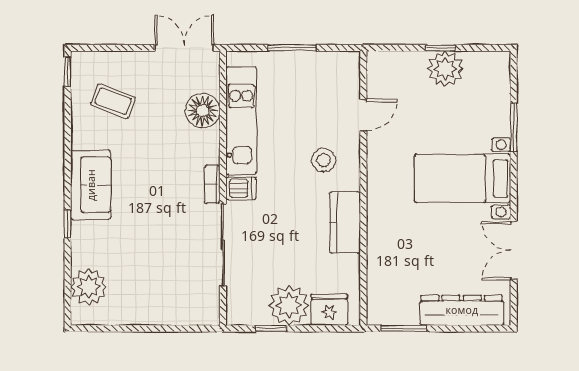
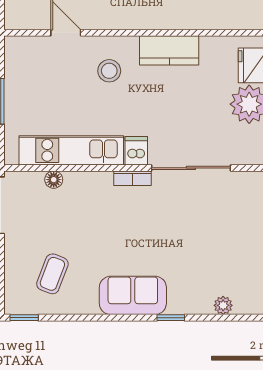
floor lamp: (203, 111) -> (54, 180), width x0.53, depth x0.53
plant: (89, 287) -> (223, 305), width x0.53, depth x0.53

